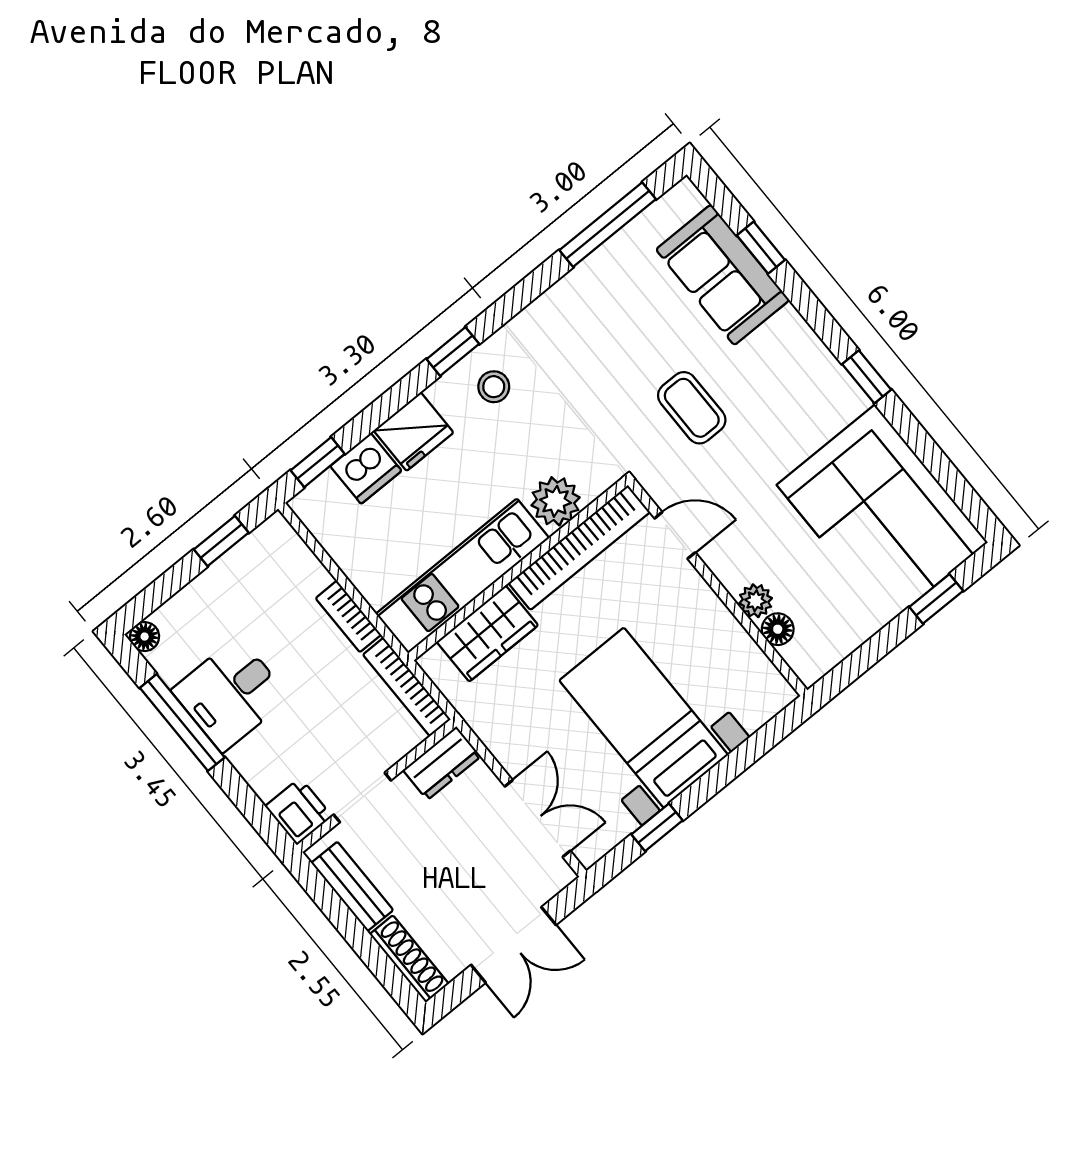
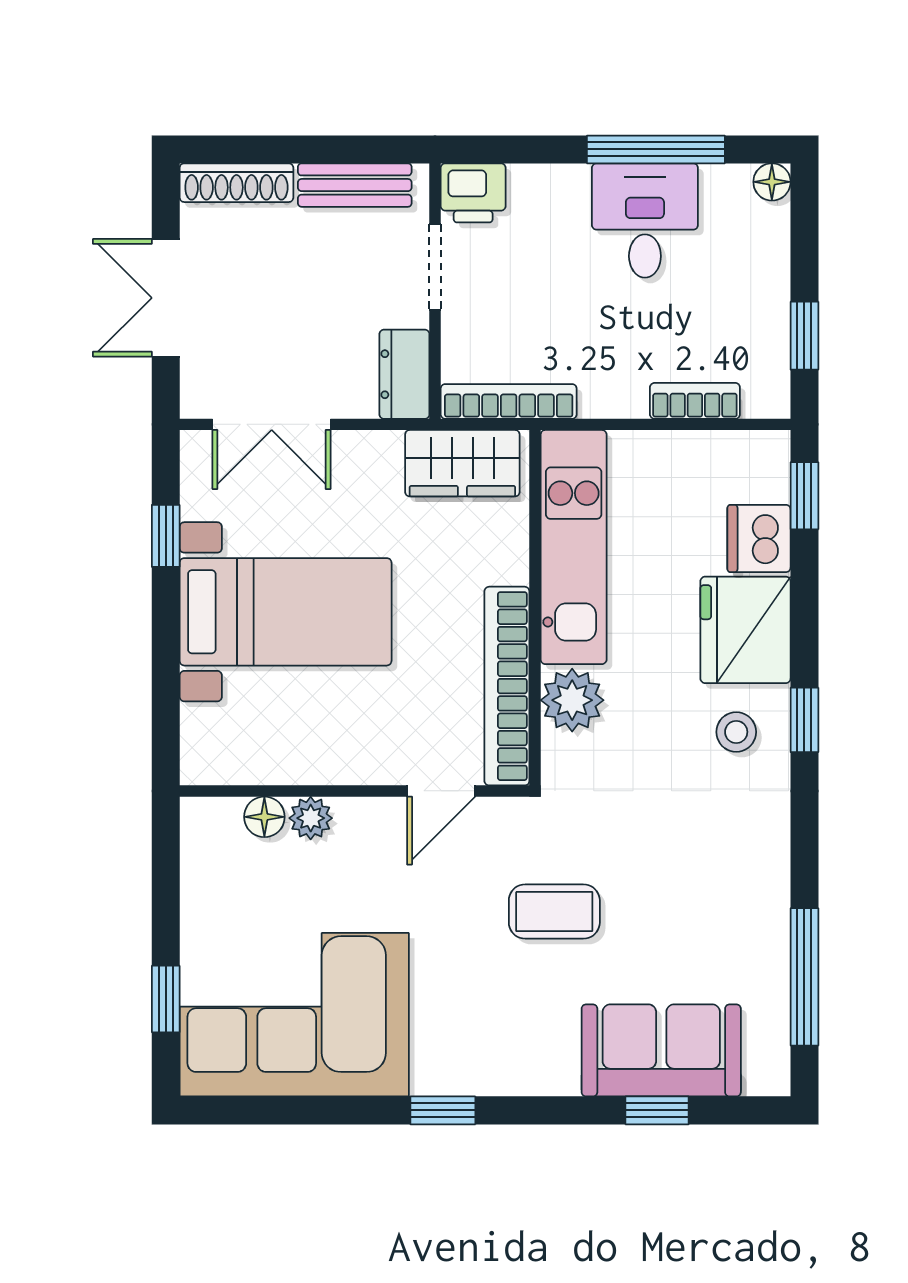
fridge: (414, 432) -> (745, 630), width x1.36, depth x1.34
bookcase: (348, 616) -> (695, 401), moved
wardrobe: (487, 633) -> (462, 463), moved, turned -90

